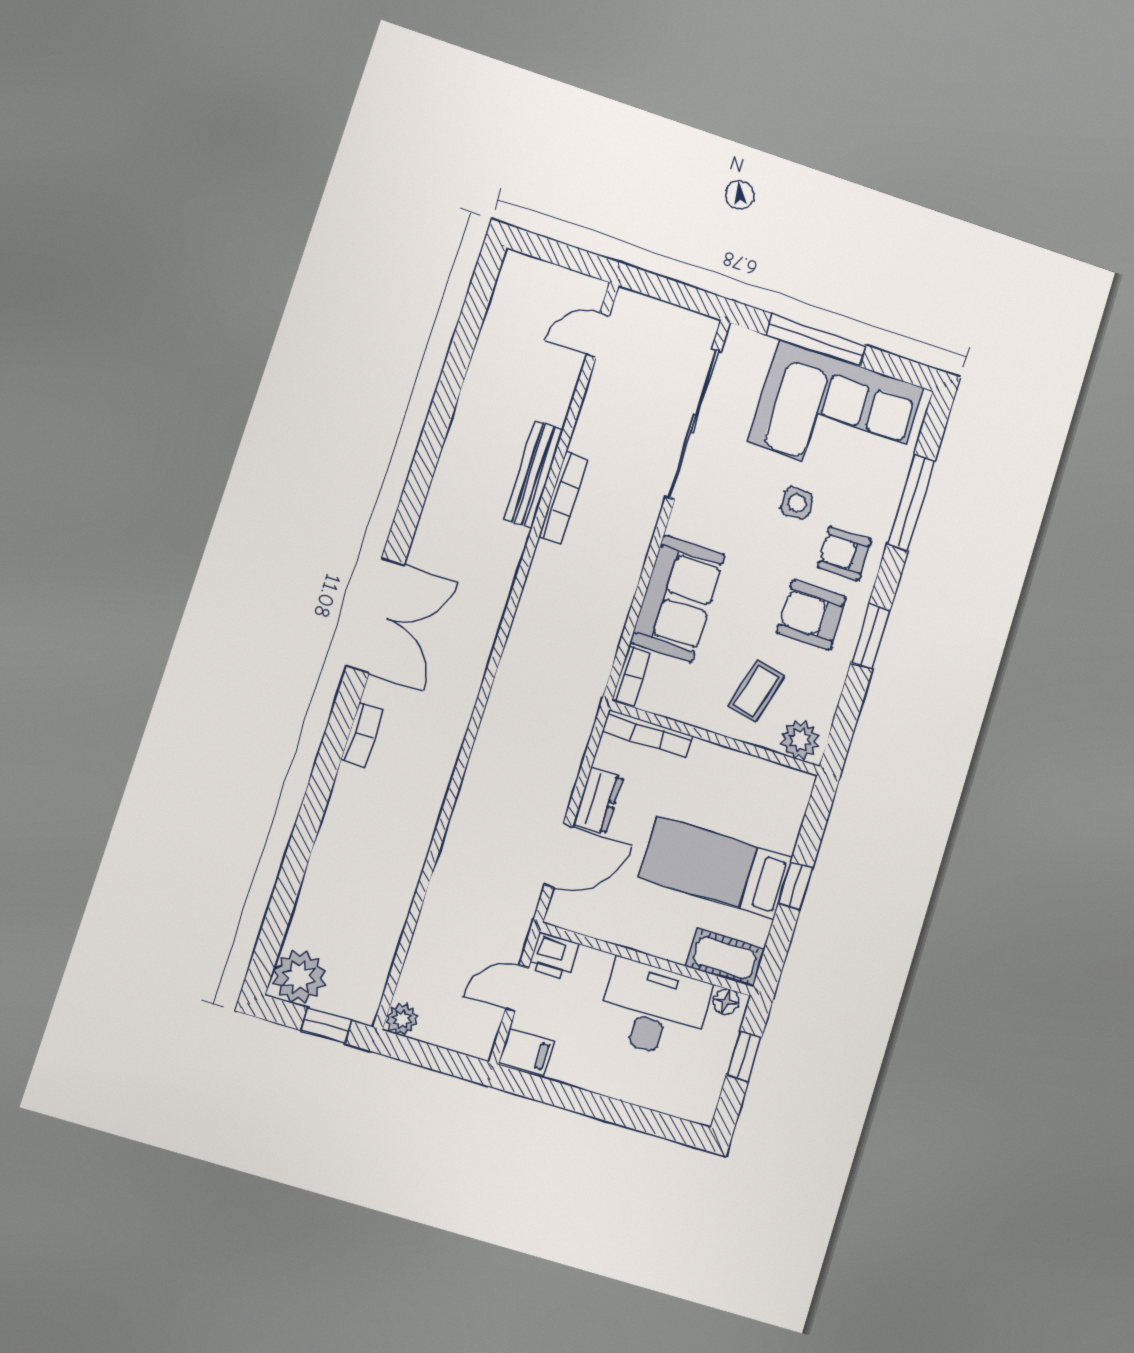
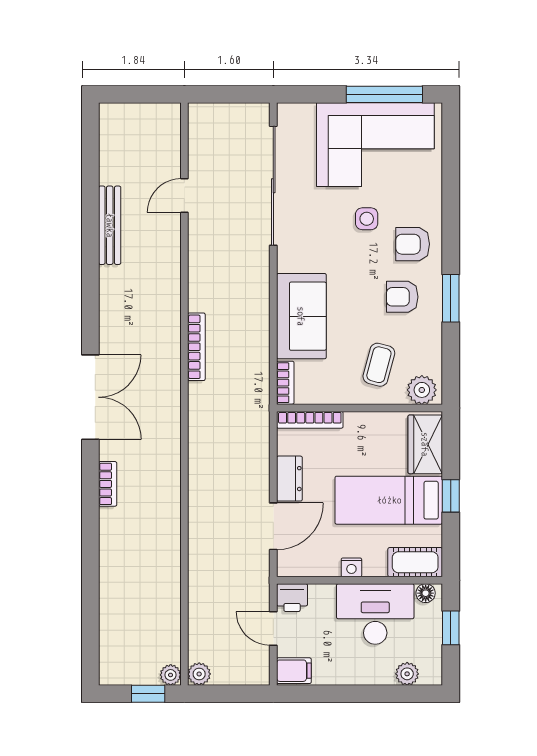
door: (598, 335) -> (184, 196), moved
window: (816, 340) -> (384, 94), moved
bench: (534, 474) -> (110, 225), moved
bookcase: (563, 498) -> (196, 347), moved
window: (911, 502) -> (451, 190), removed
armchair: (811, 615) -> (402, 297), width x0.72, depth x0.72
wardrobe: (783, 810) -> (425, 444), added
nightstand: (642, 940) -> (351, 567), added
plant: (299, 977) -> (171, 675), moved, width x0.53, depth x0.53
door: (517, 989) -> (273, 629), hinge flipped
plant: (671, 1099) -> (407, 674), added

